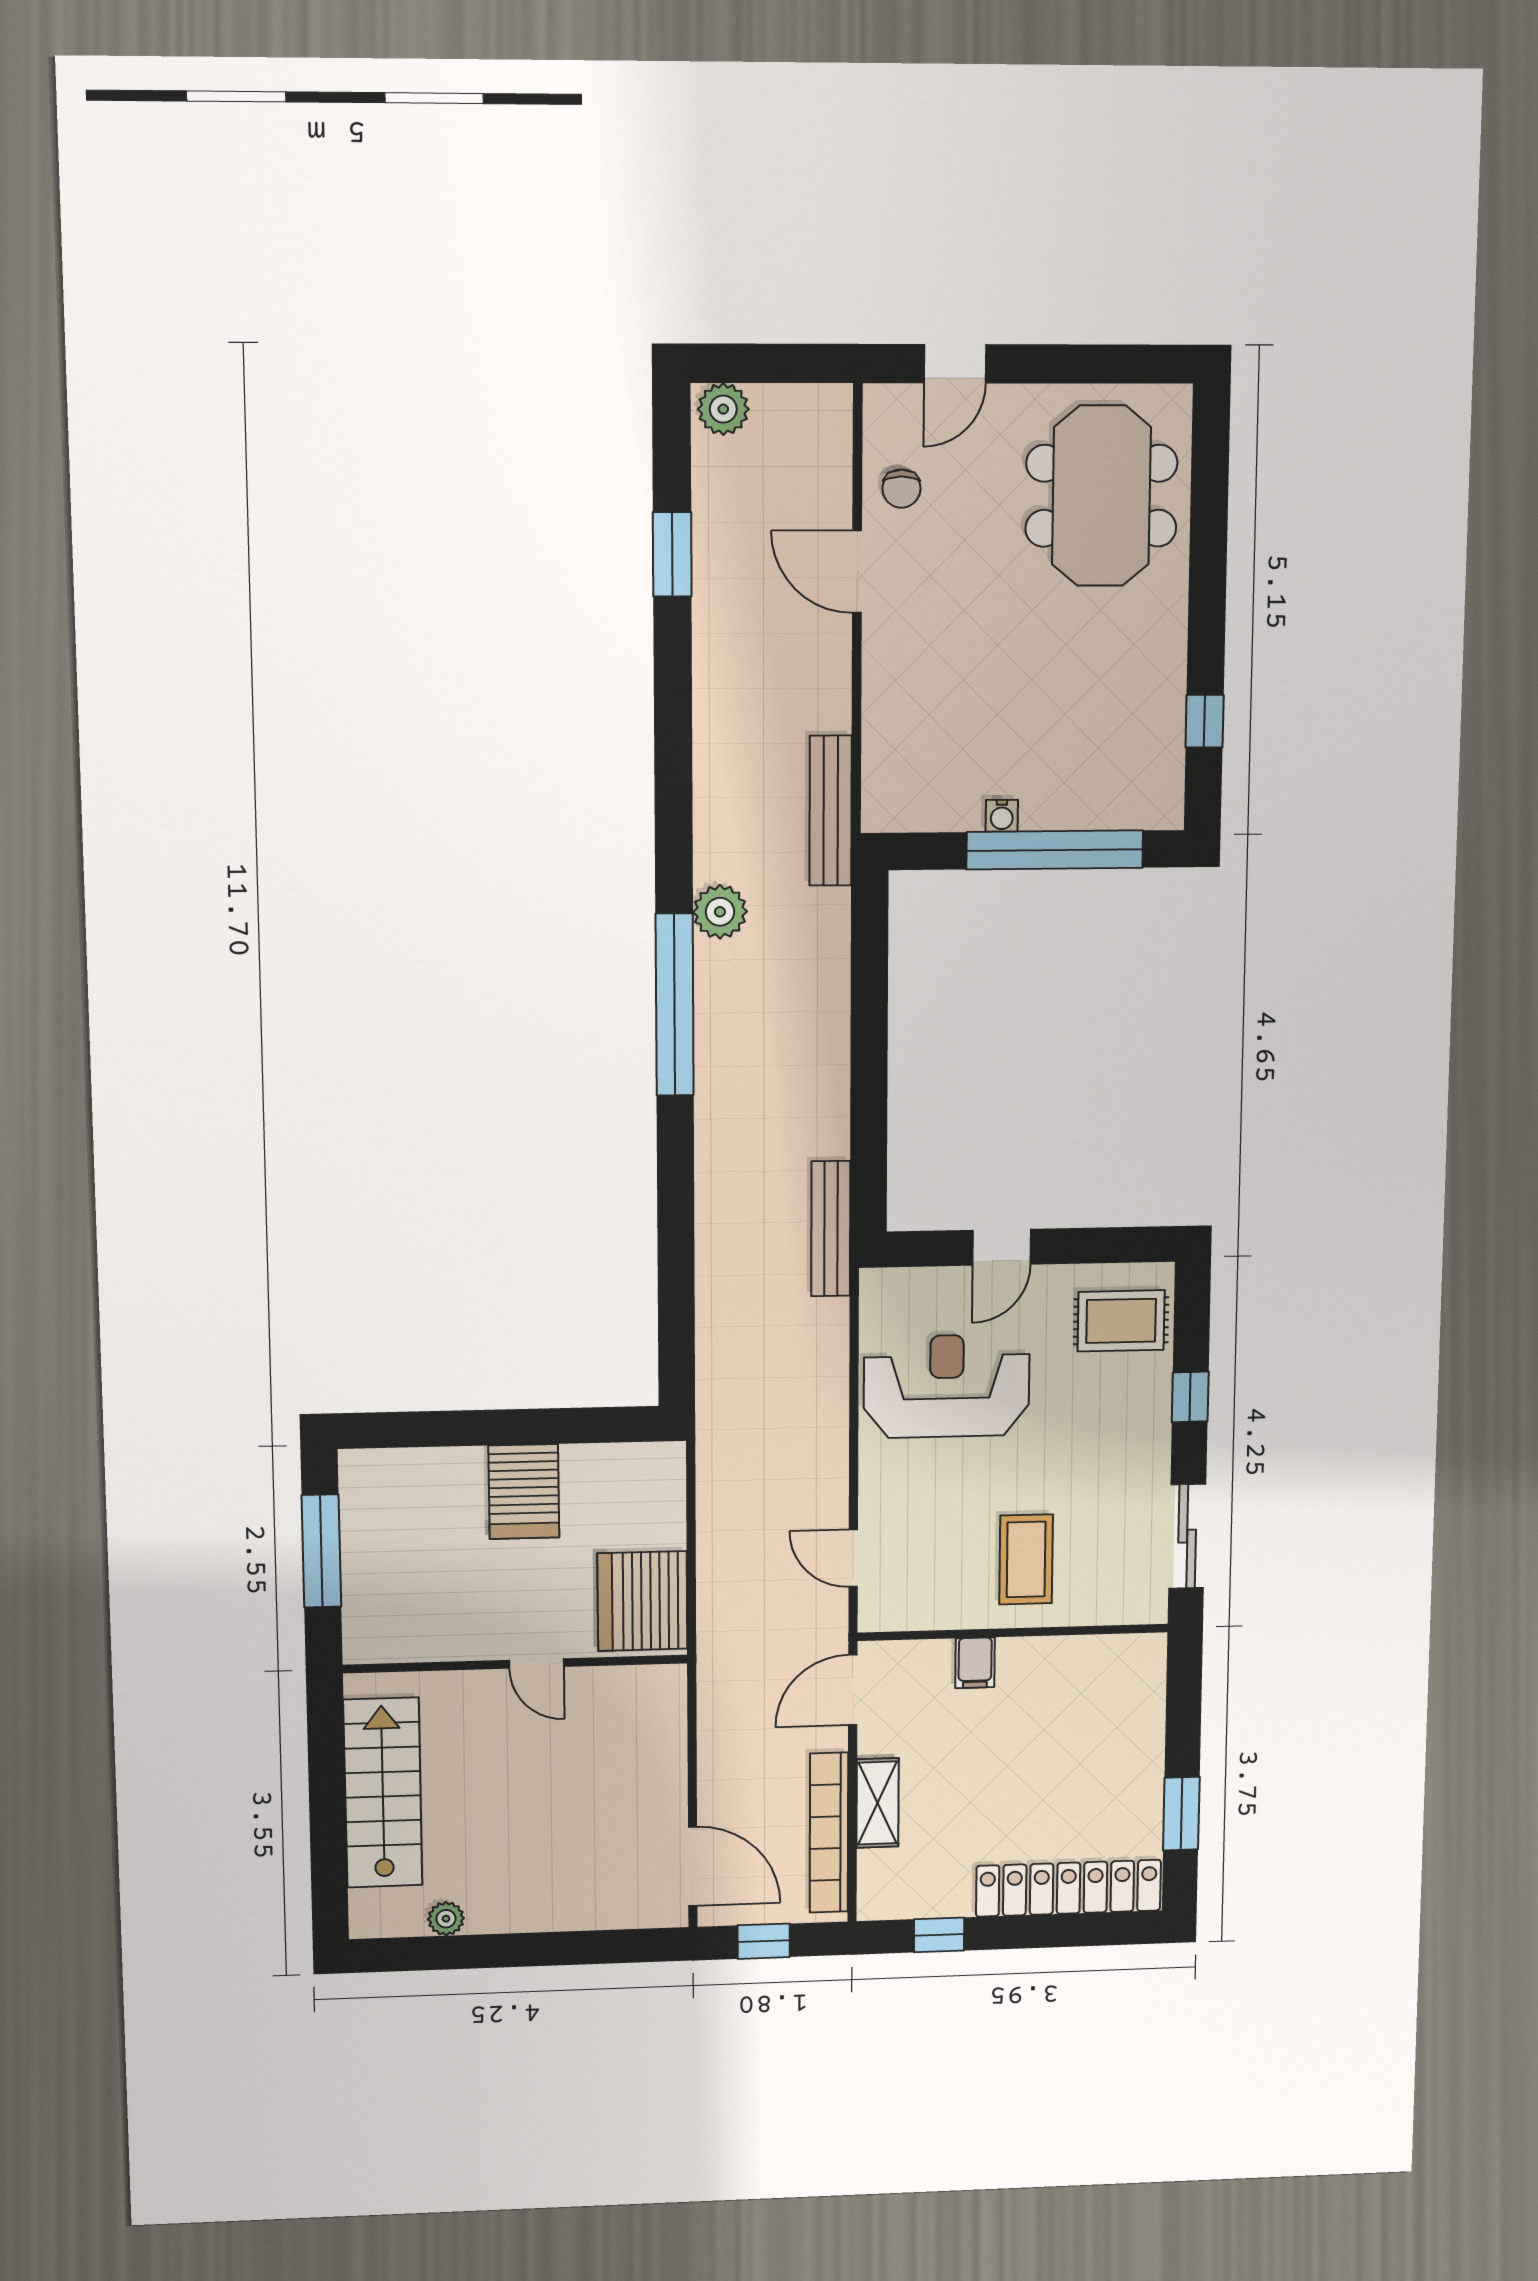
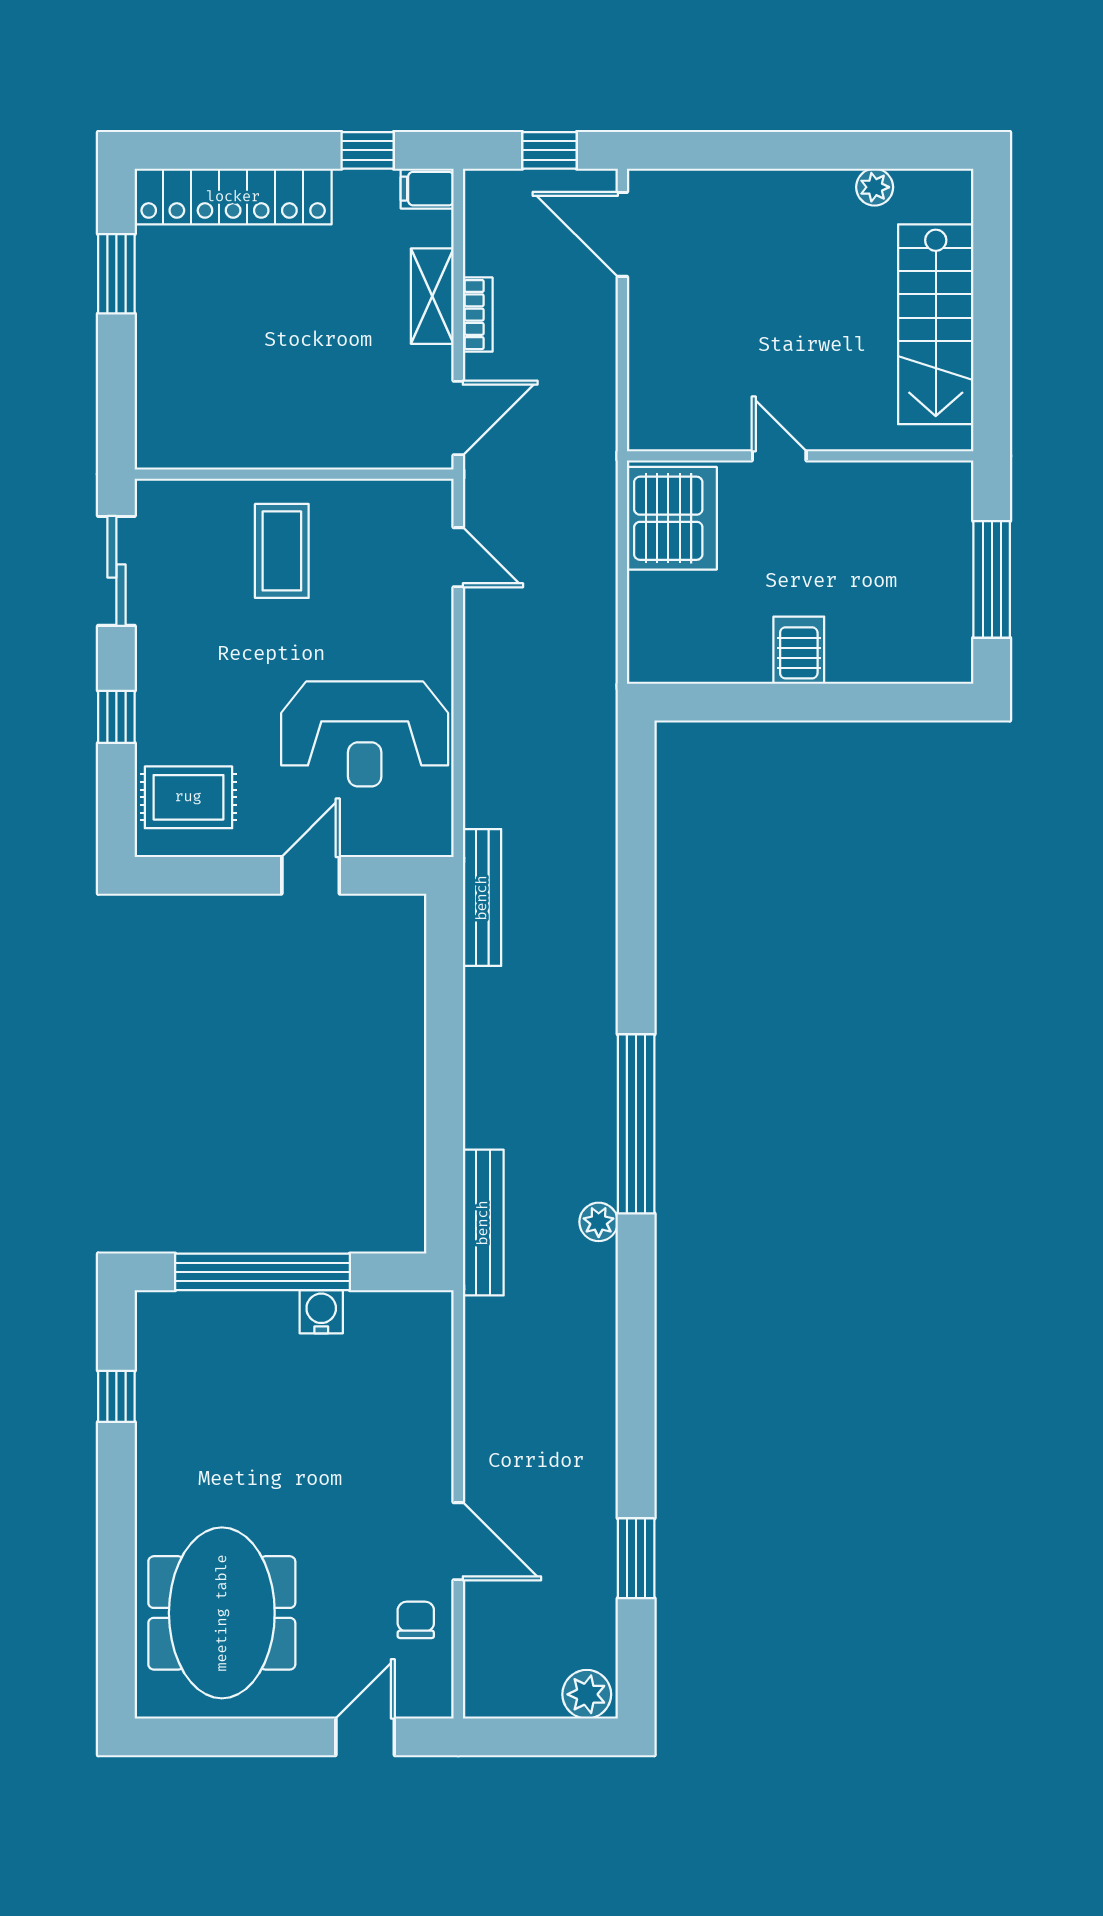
bench: (831, 811) -> (483, 1223), moved
water cooler: (1002, 816) -> (321, 1312), width x1.38, depth x1.38
plant: (720, 912) -> (599, 1222), width x0.73, depth x0.73
server rack: (524, 1492) -> (799, 650), width x0.73, depth x0.70
filing cabinet: (975, 1663) -> (427, 189), moved, turned -90
bookcase: (829, 1833) -> (478, 315), width x0.43, depth x0.76

